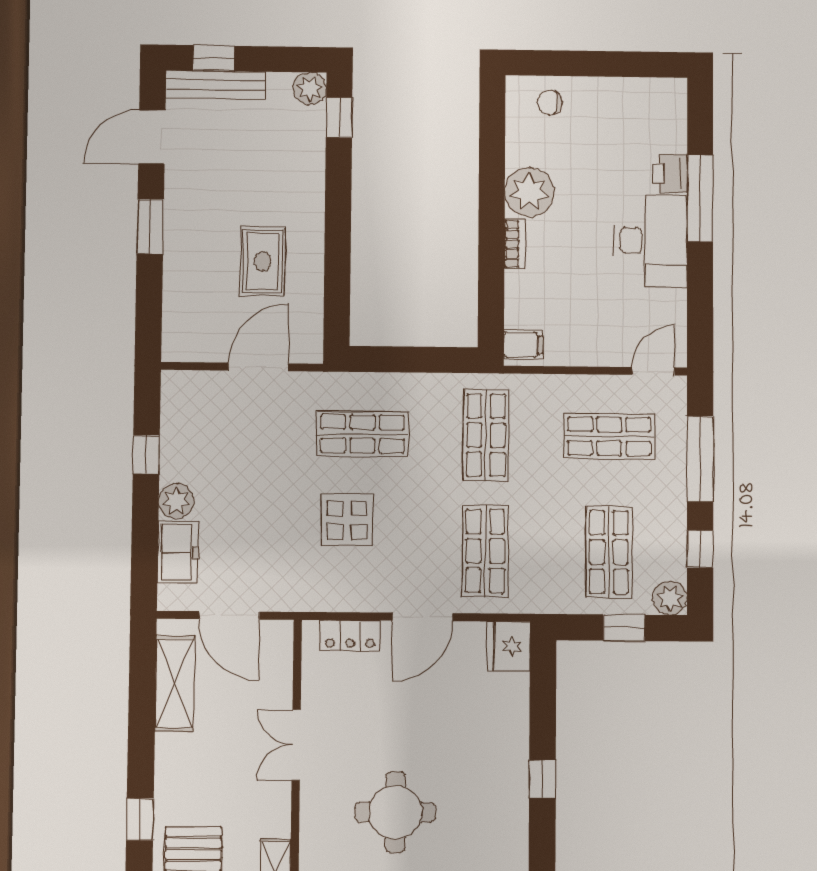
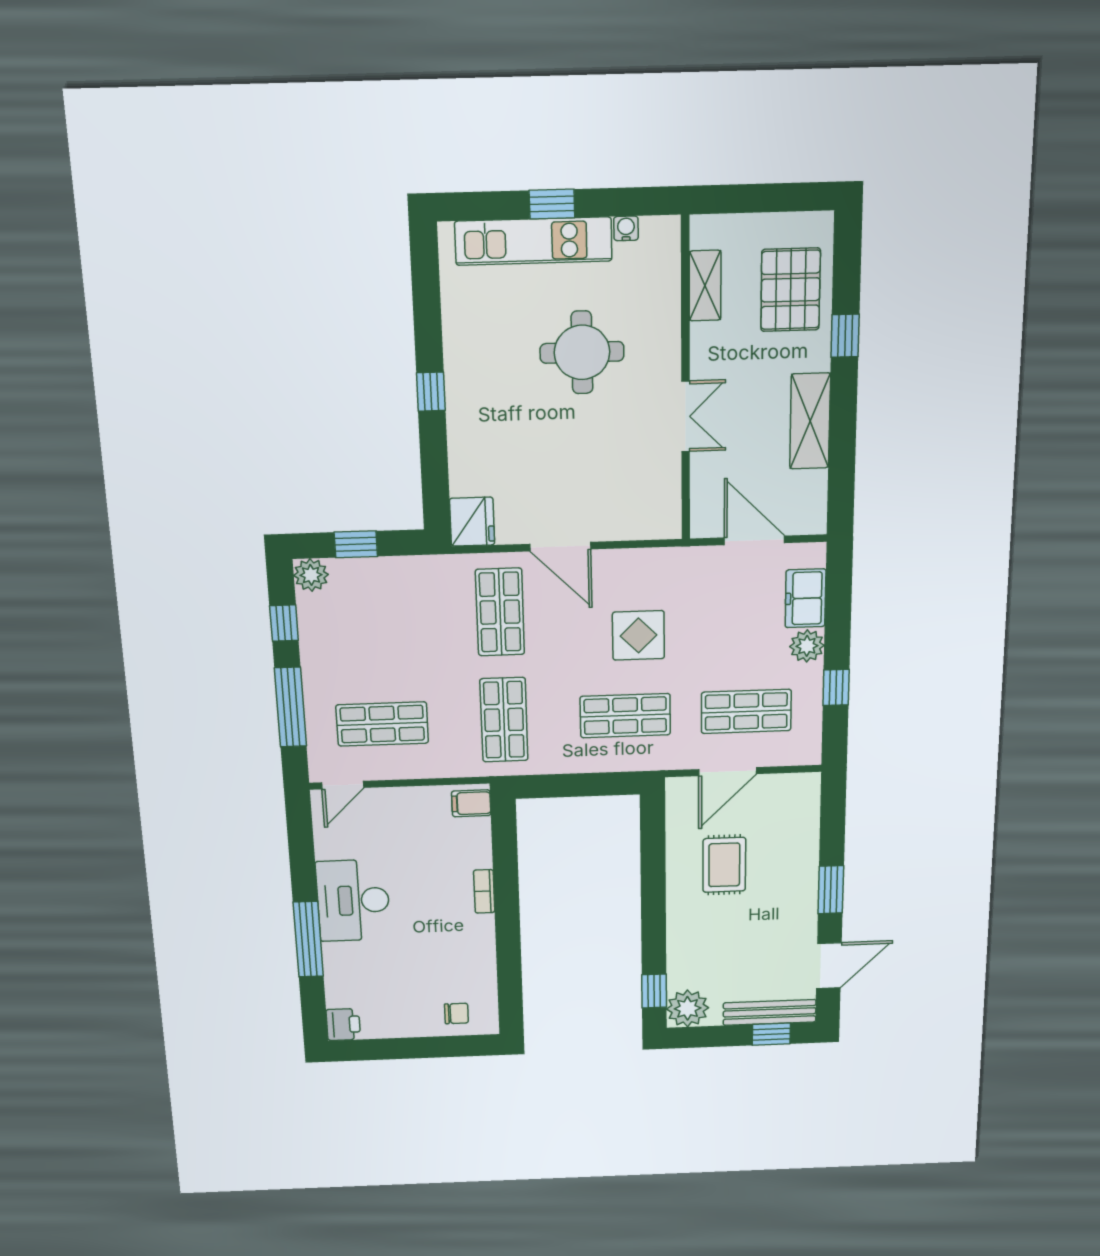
plant: (310, 89) -> (688, 1008), width x1.36, depth x1.36
printer: (670, 173) -> (343, 1024), moved
plant: (529, 192) -> (472, 937), removed
shop shelf: (609, 552) -> (746, 711), moved, turned 90
door: (423, 617) -> (560, 547), swing flipped
locker: (350, 636) -> (633, 526), removed
shelving: (175, 684) -> (810, 421), moved

